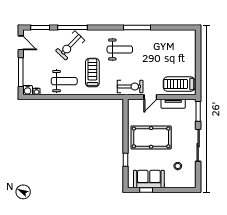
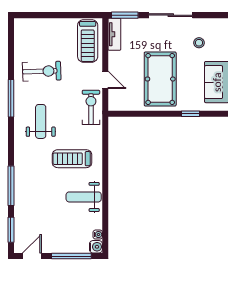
exercise bike: (70, 45) -> (42, 71), moved, turned -46
weight bench: (64, 81) -> (84, 197), turned -90
tv unit: (173, 104) -> (114, 34), moved

